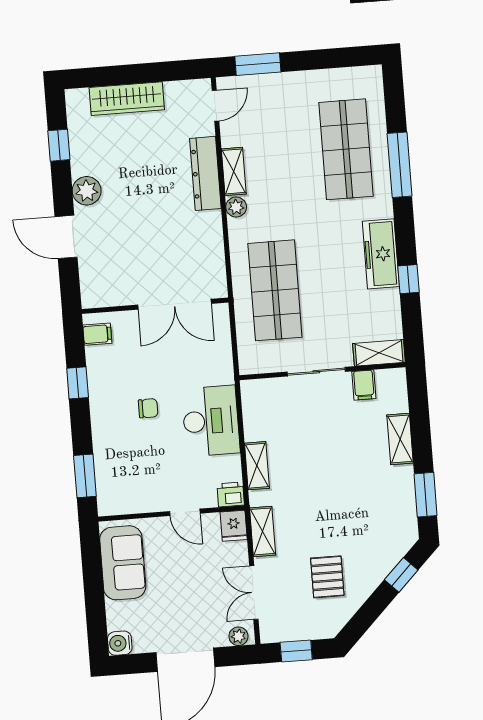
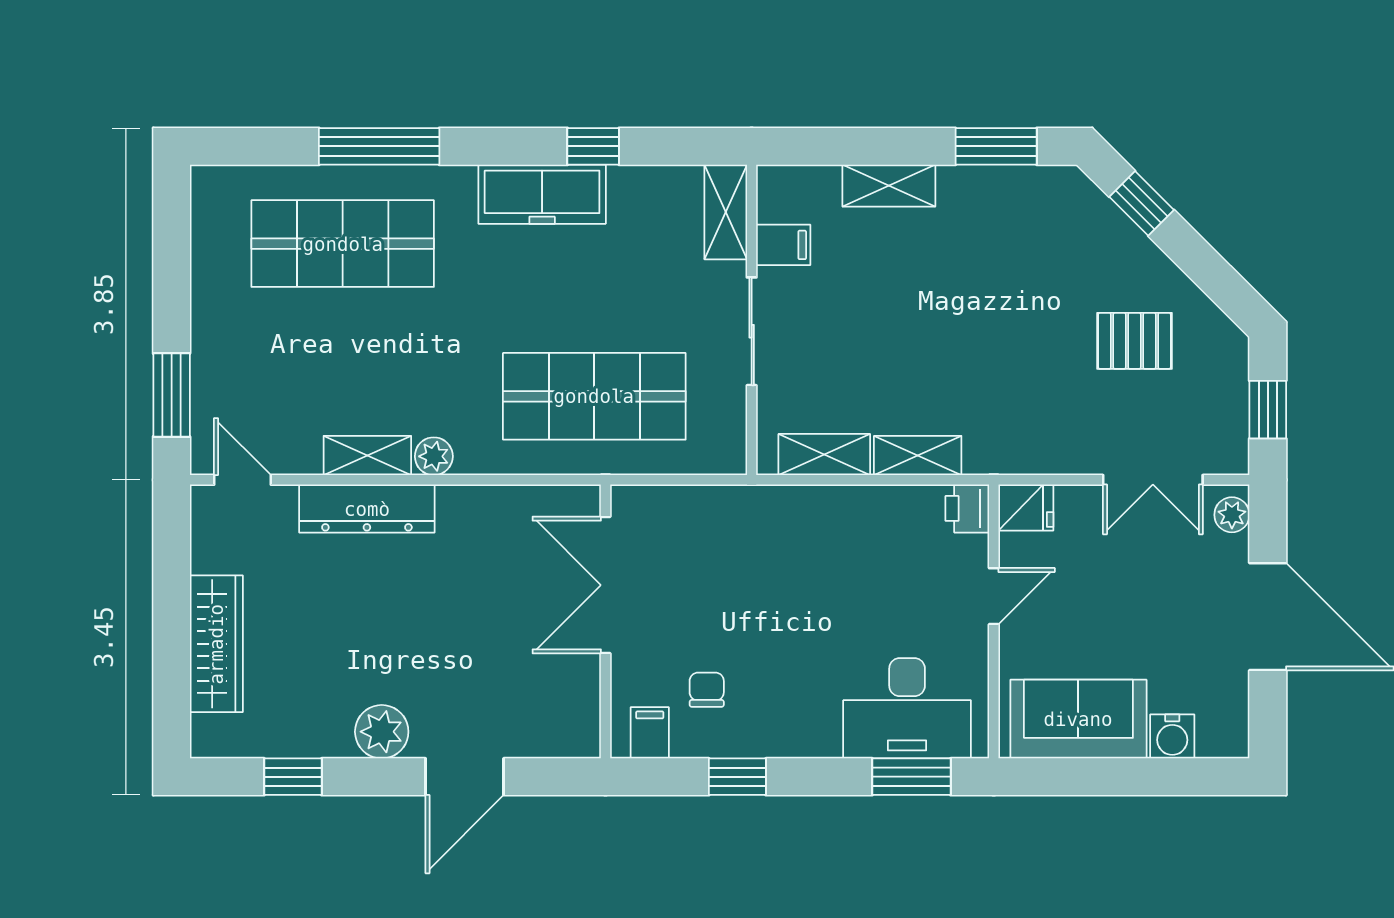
double door: (175, 304) -> (605, 585), swing flipped
chair: (148, 408) -> (707, 690), moved
desk: (211, 421) -> (907, 708), moved, turned 180
shelving: (263, 531) -> (824, 455), moved
water cooler: (120, 643) -> (1172, 736), moved

